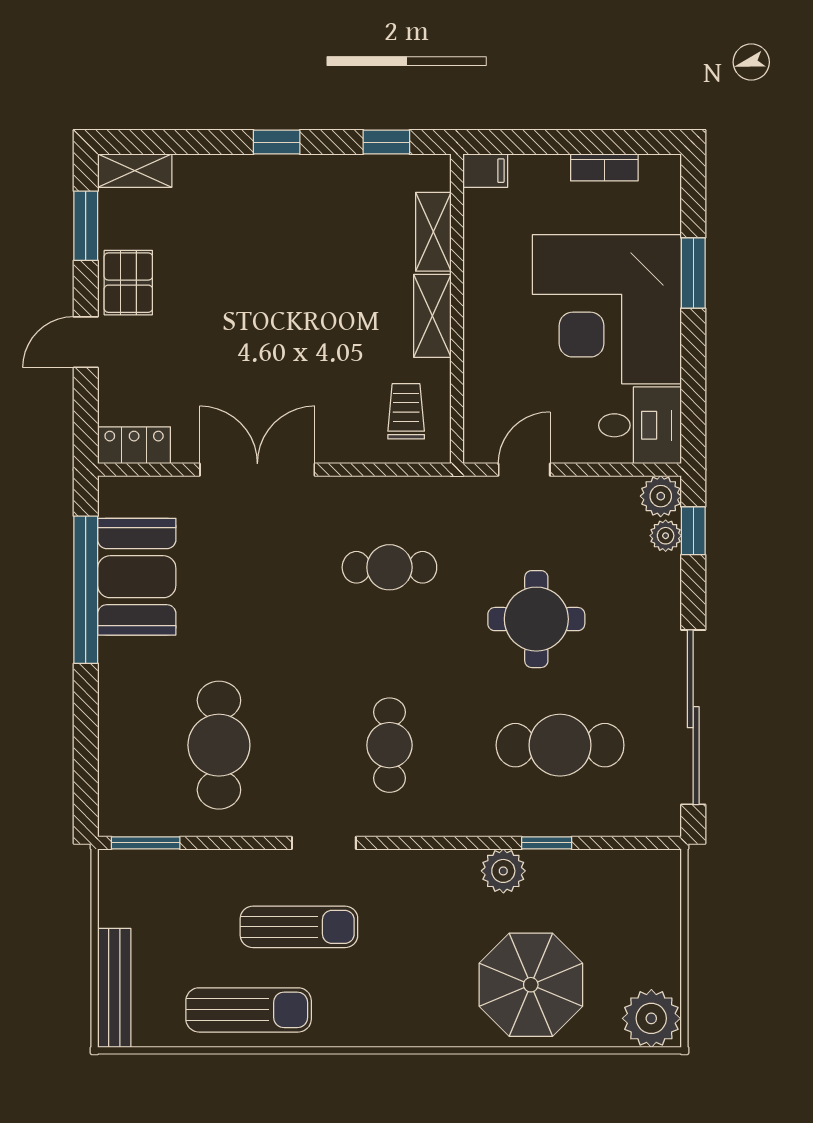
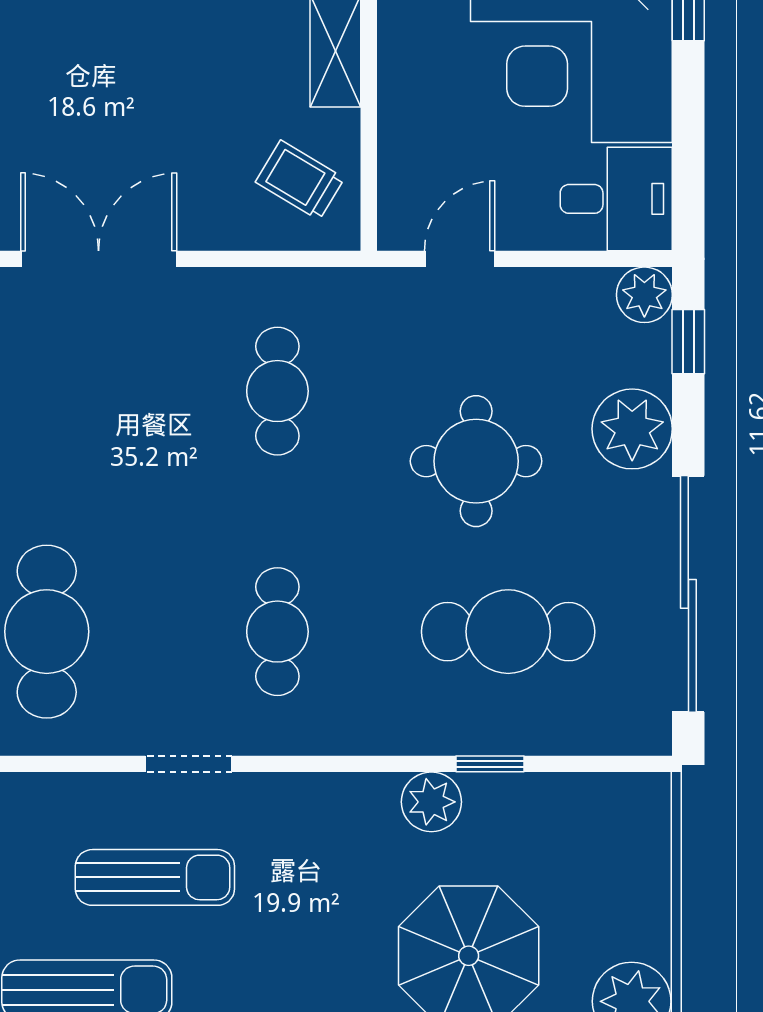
trolley: (406, 411) -> (300, 180), turned -59
plant: (666, 536) -> (632, 429), moved, width x1.88, depth x1.88
cafe table: (389, 567) -> (277, 391), turned 90

